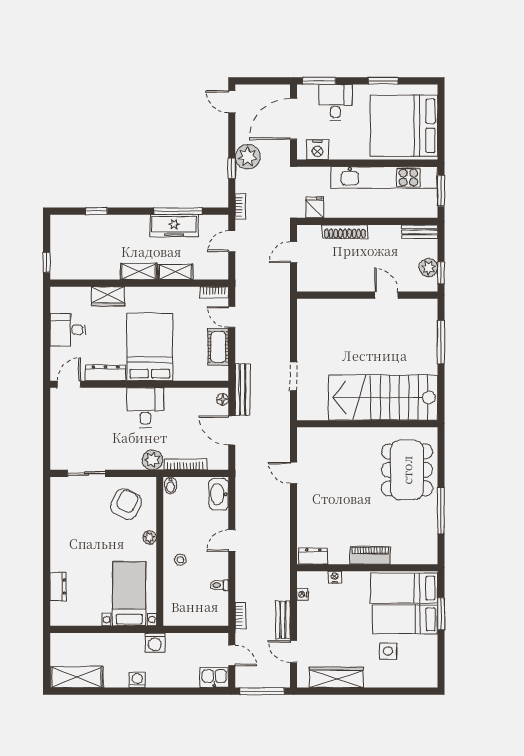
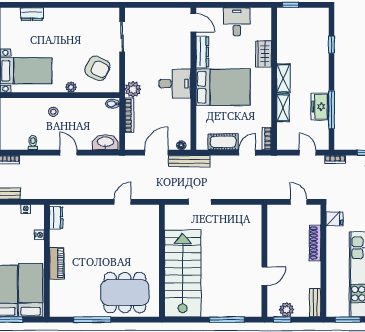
freezer: (174, 226) -> (320, 107), width x0.71

